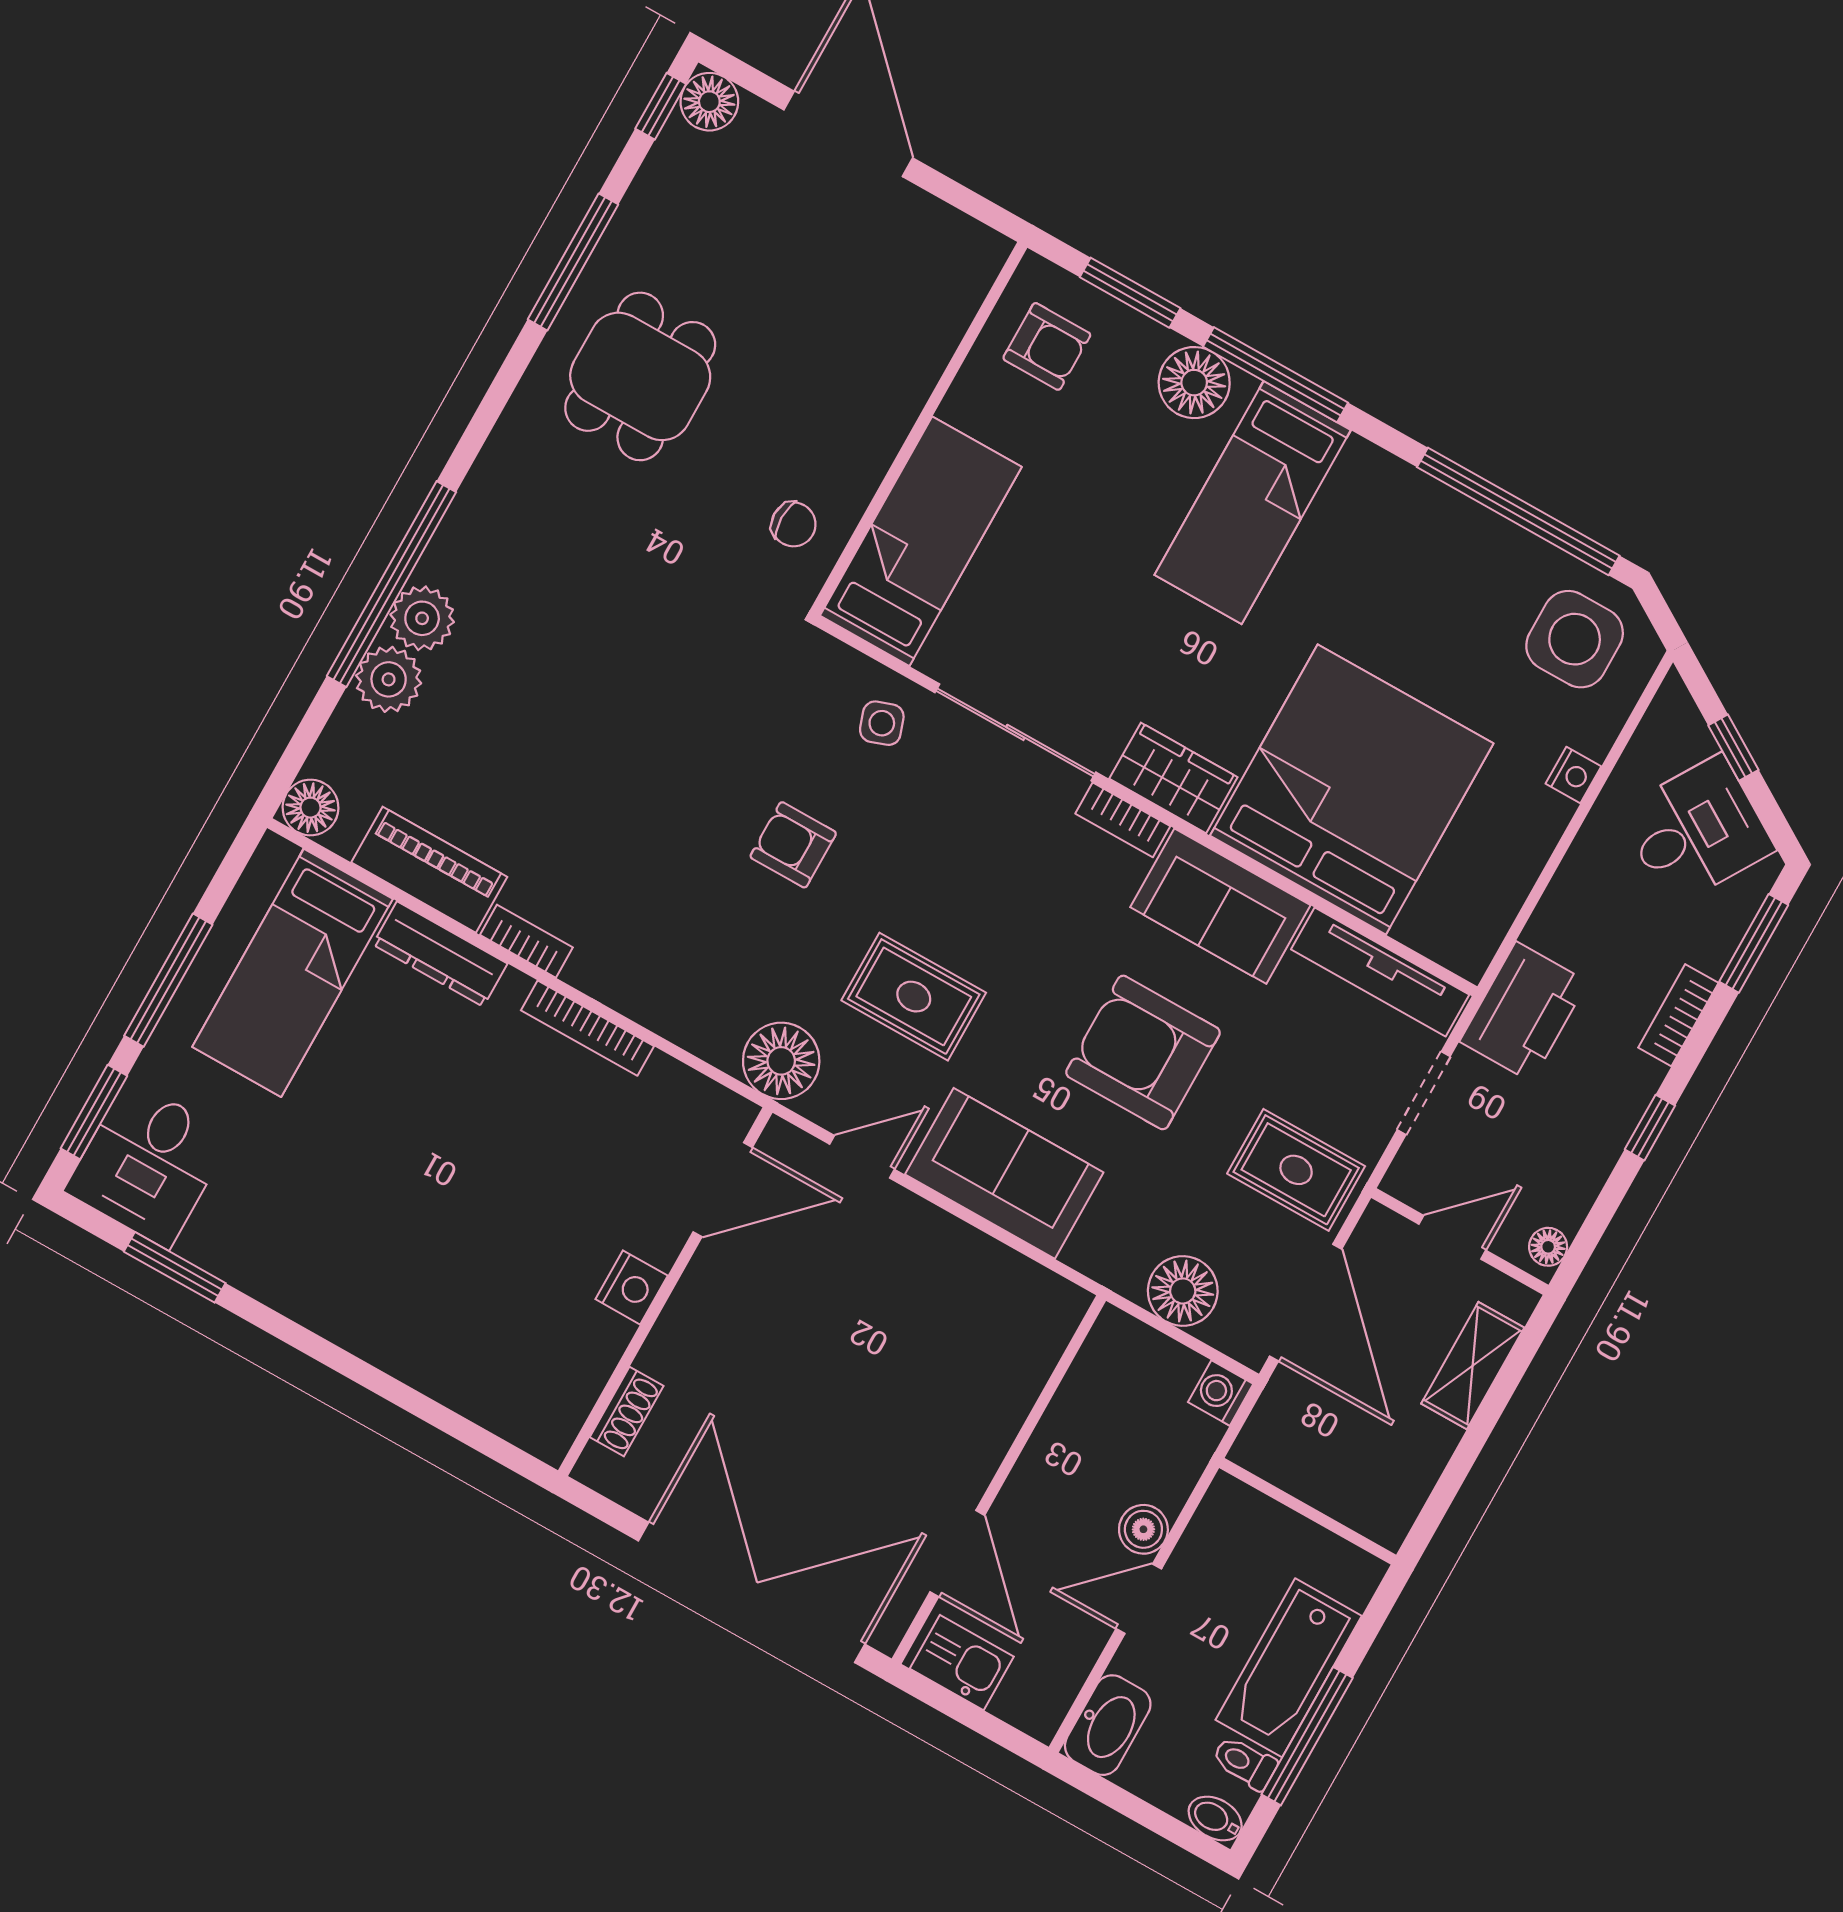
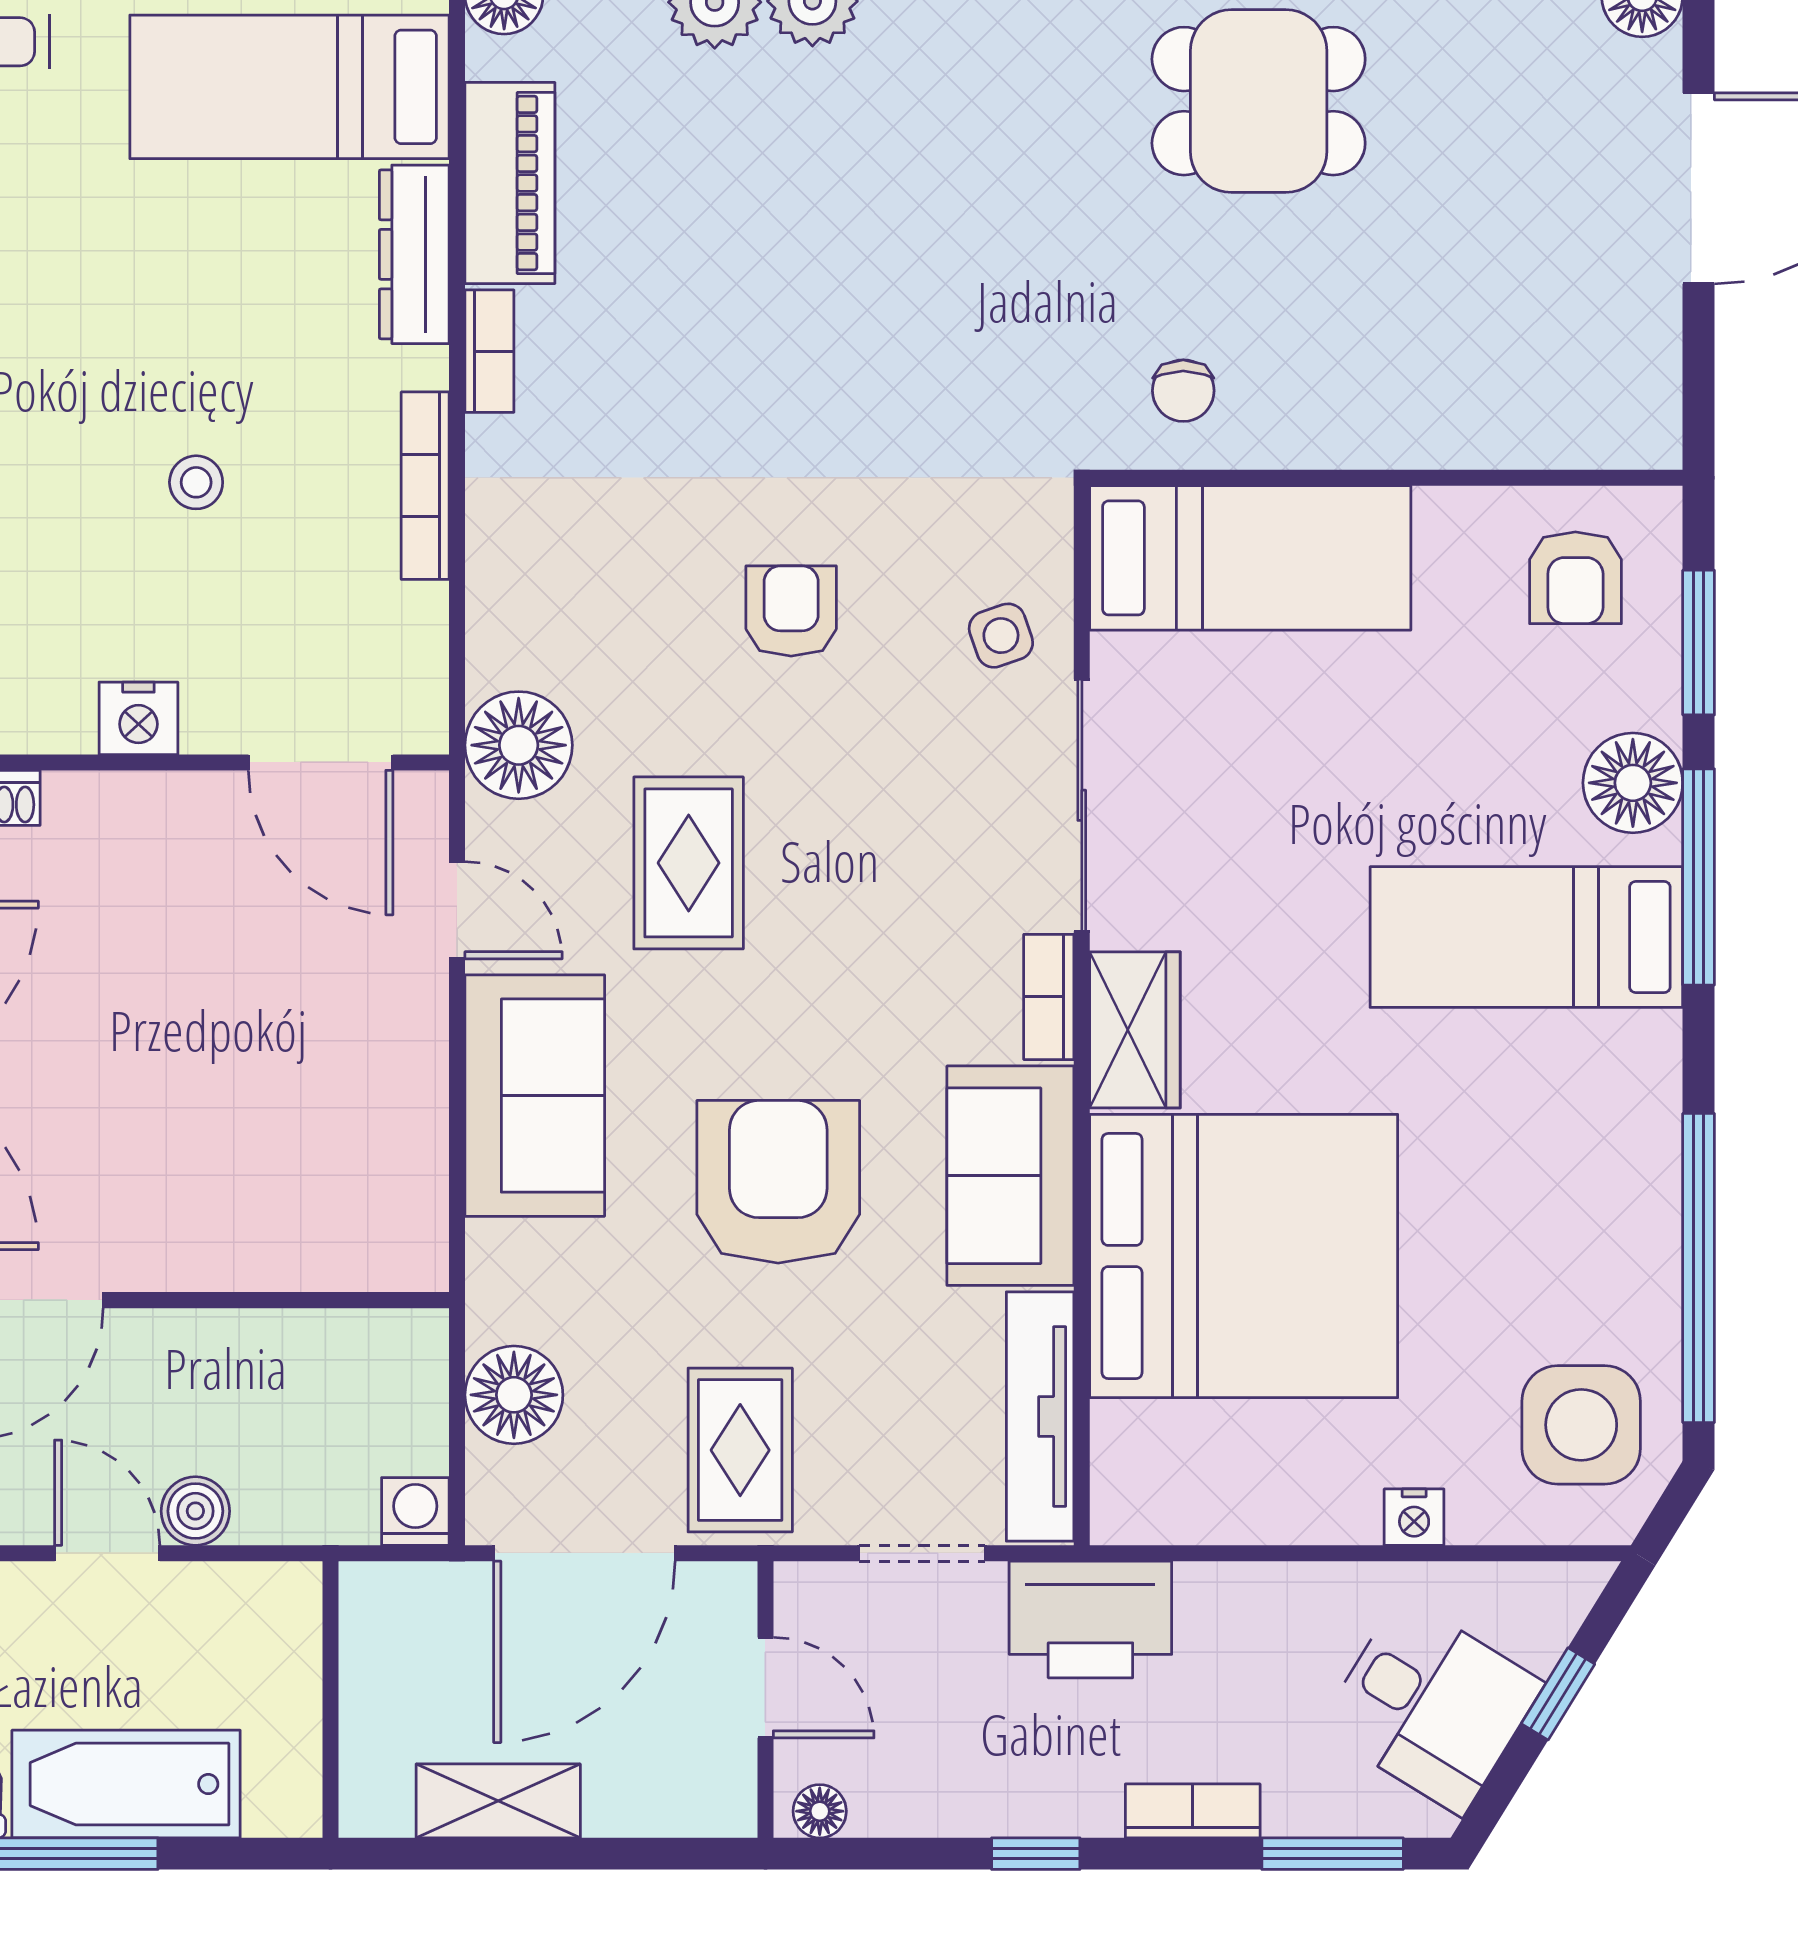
stool: (505, 1169) -> (196, 482), added
shelving: (1473, 1366) -> (498, 1801), moved

